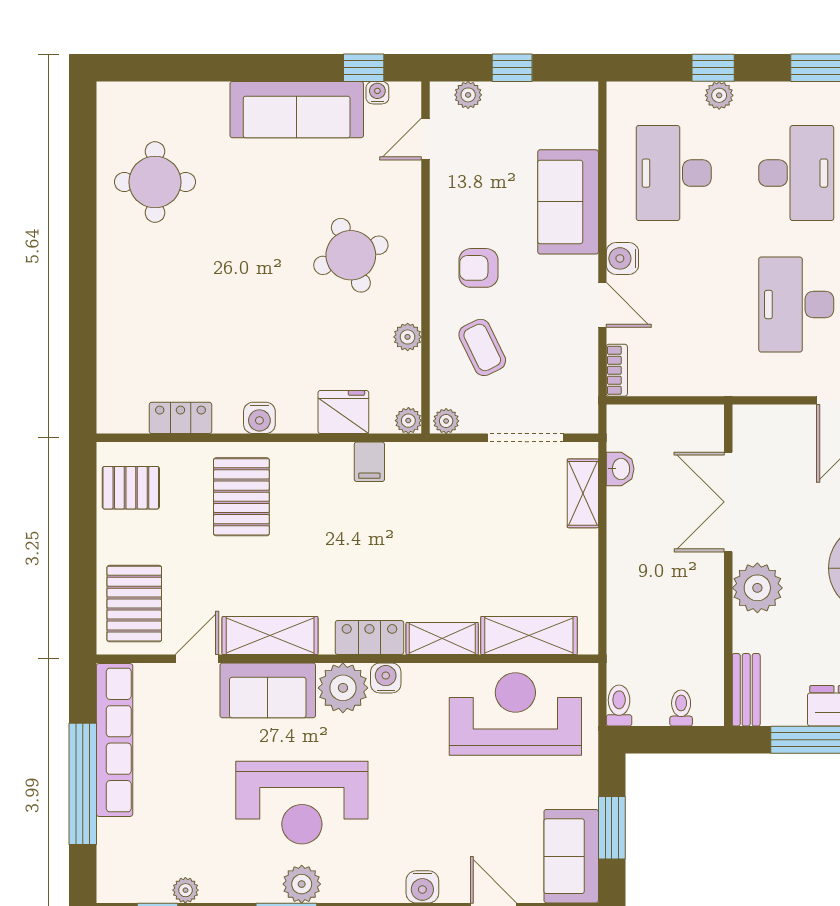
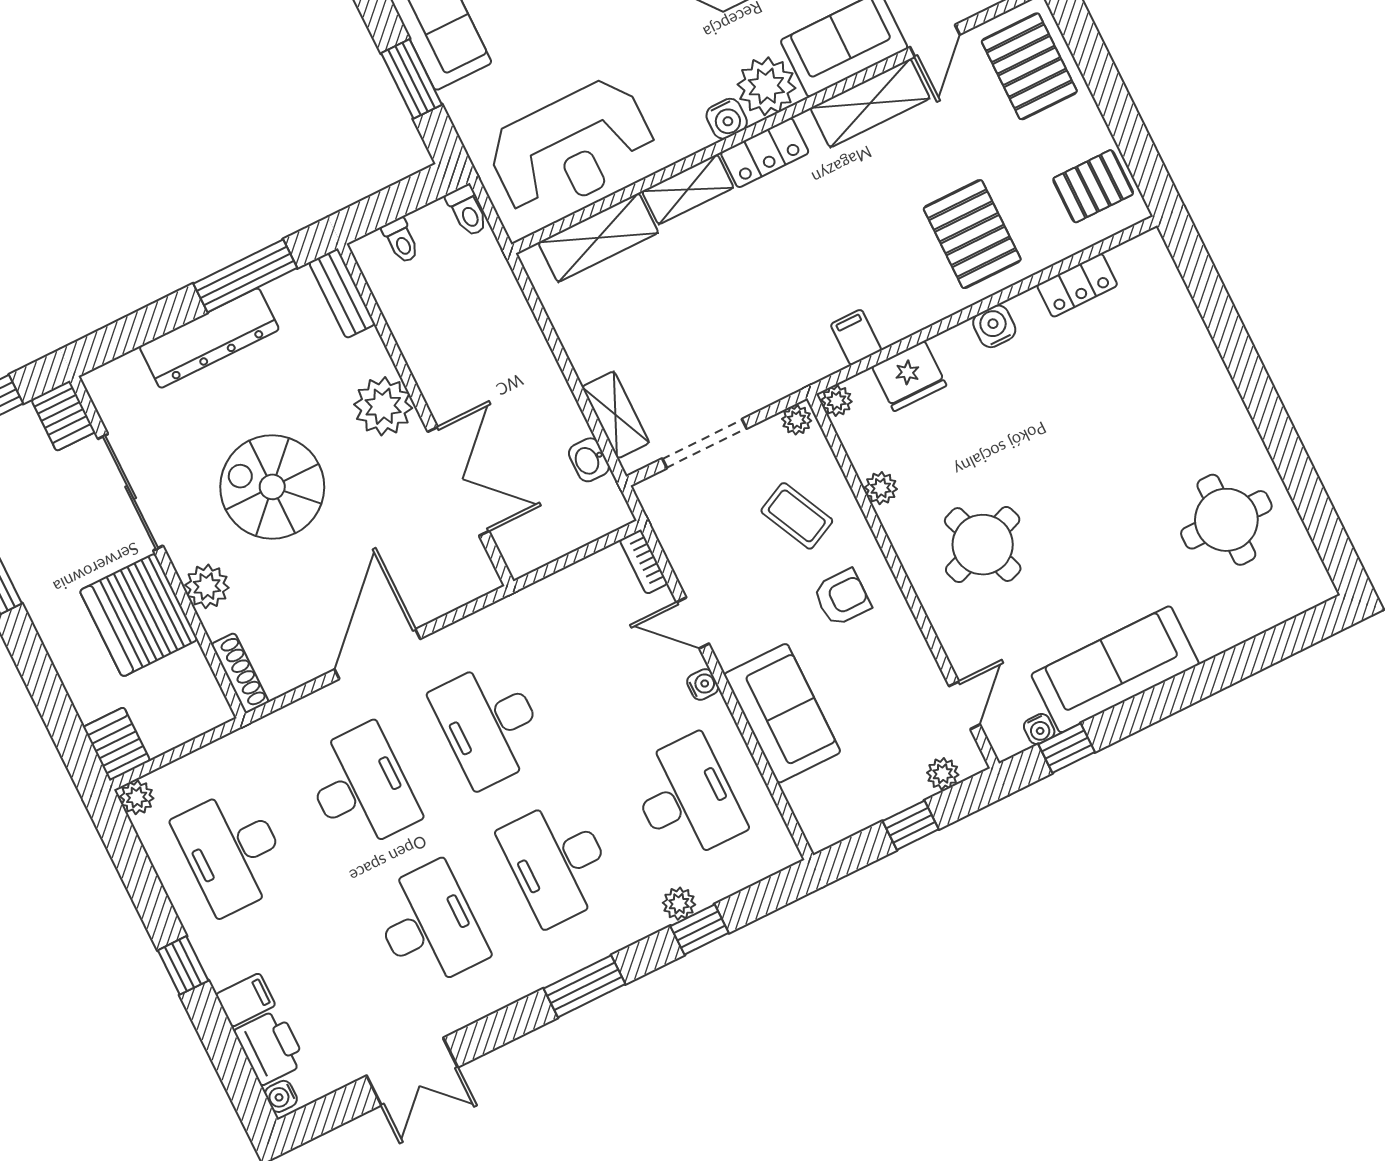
water cooler: (622, 258) -> (703, 684), width x0.72, depth x0.72
desk: (796, 305) -> (489, 724), turned 180

